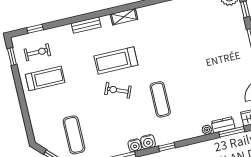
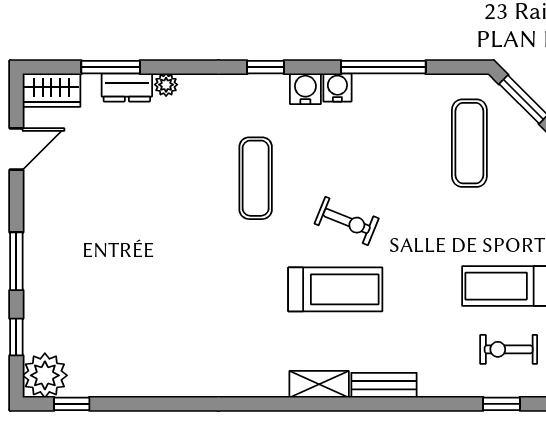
shelving: (124, 17) -> (319, 384), moved

